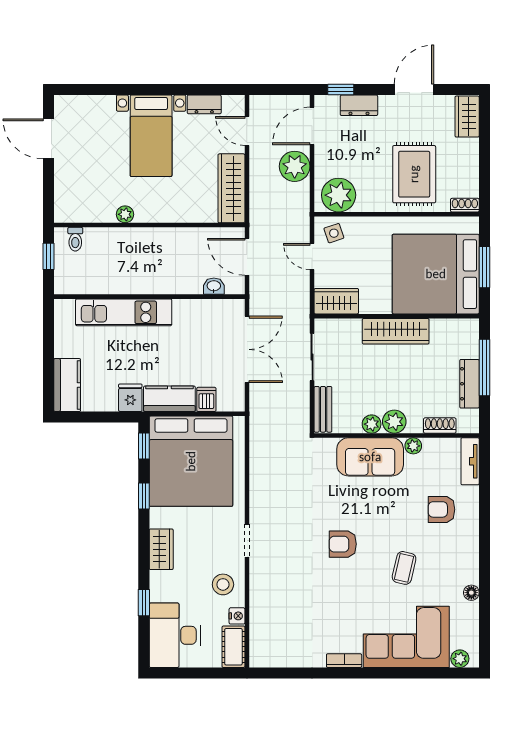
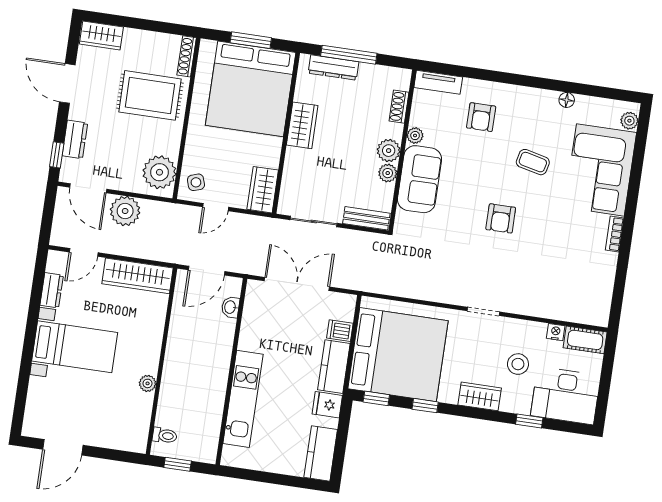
shoe rack: (465, 205) -> (187, 56), width x1.43
wardrobe: (396, 331) -> (302, 125), width x0.67
dresser: (469, 384) -> (333, 67), moved
kitchen counter: (67, 385) -> (321, 453), moved, turned -90
stool: (223, 584) -> (518, 364), moved

